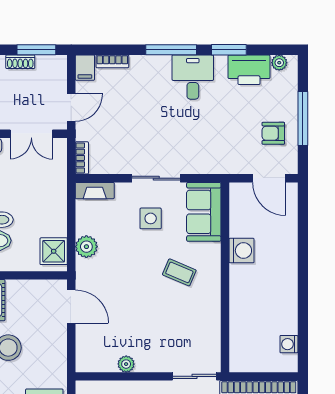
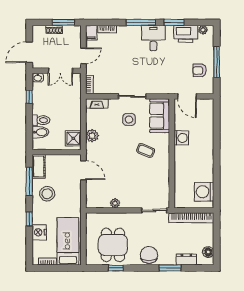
door: (269, 178) -> (187, 96), moved
washing machine: (289, 344) -> (204, 192), width x1.89, depth x1.89

